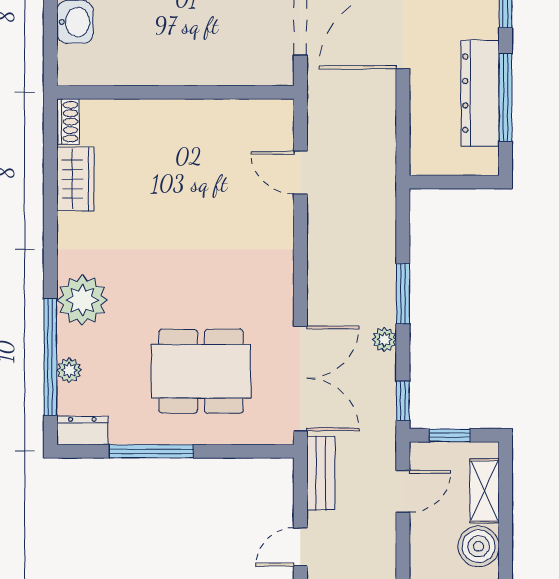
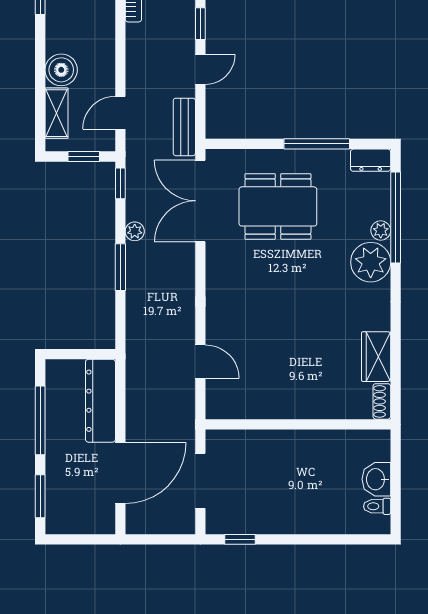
dresser: (480, 93) -> (100, 401), moved, turned 180
plant: (69, 370) -> (381, 230), moved

